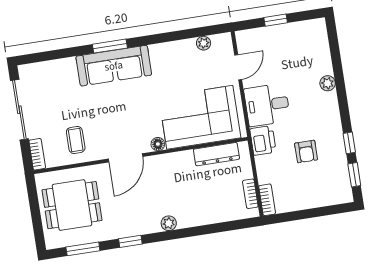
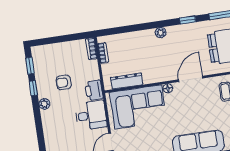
plant: (328, 83) -> (44, 104), moved
armchair: (306, 152) -> (64, 82), turned -90

